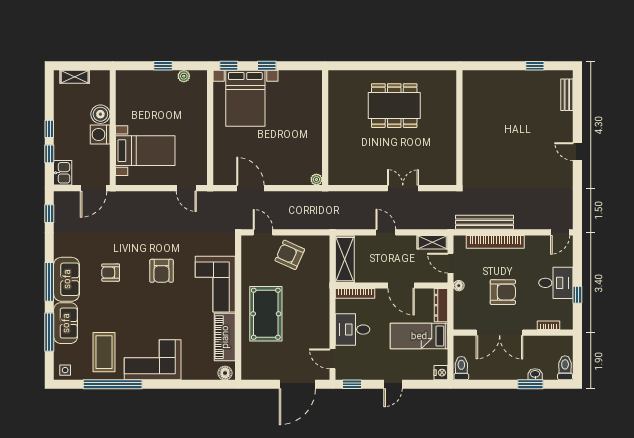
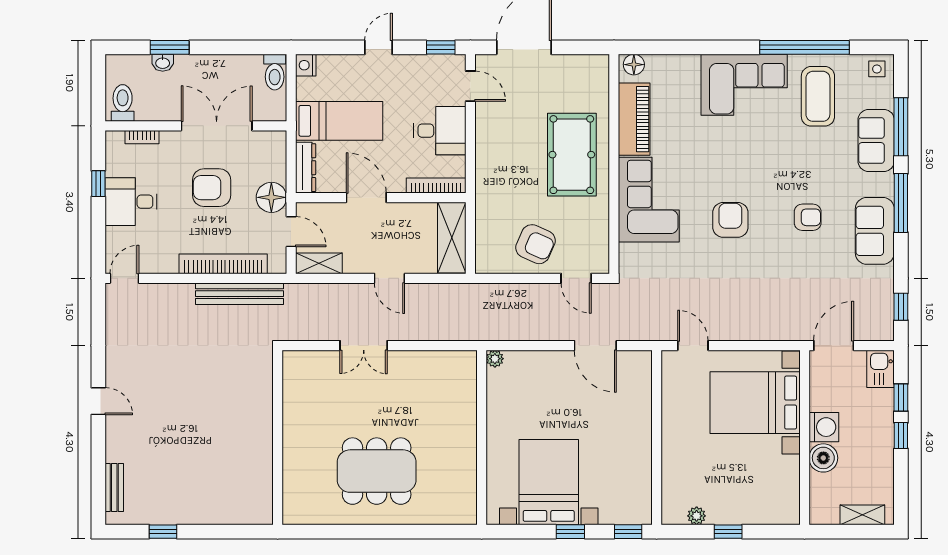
bed with nightstands: (245, 98) -> (549, 482), moved
bed with nightstands: (145, 151) -> (755, 403), width x1.36
sofa: (67, 279) -> (875, 231), moved
floor lamp: (459, 286) -> (271, 197), width x1.89, depth x1.89
toilet: (565, 368) -> (123, 103), moved, turned 180

